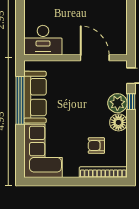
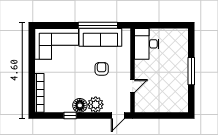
door: (95, 58) -> (133, 86), width x0.53
window: (131, 102) -> (70, 115), moved
armchair: (96, 146) -> (102, 69), moved

